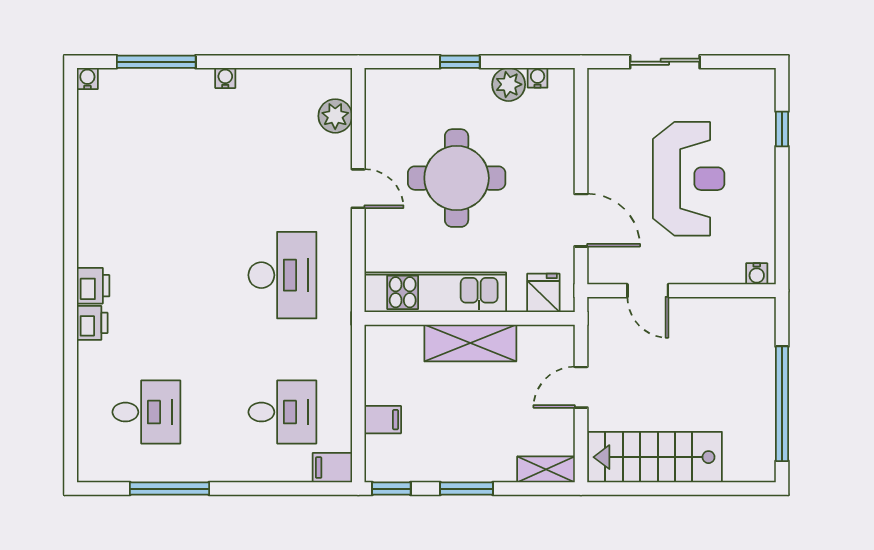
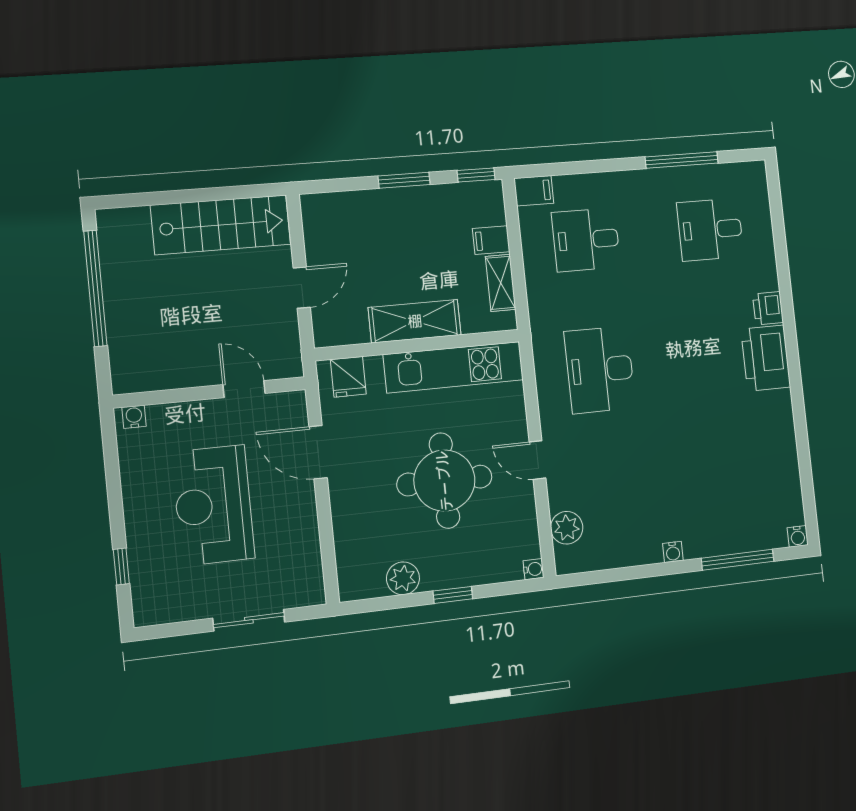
water cooler: (538, 78) -> (533, 569), moved, turned -90
printer: (93, 286) -> (766, 358), width x1.87, depth x1.48
shelving: (546, 469) -> (501, 283), moved, turned 90

